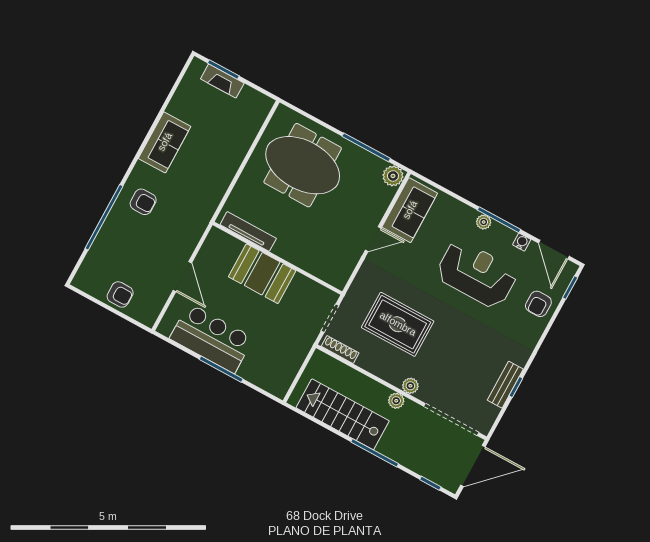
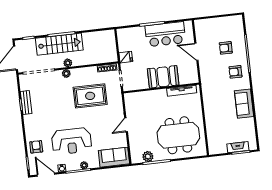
plant: (393, 176) -> (148, 156), moved
sofa: (410, 210) -> (114, 157), moved, turned 90
armchair: (120, 294) -> (226, 48), moved
fridge: (299, 346) -> (126, 57), added
stairs: (343, 414) -> (59, 44), moved

